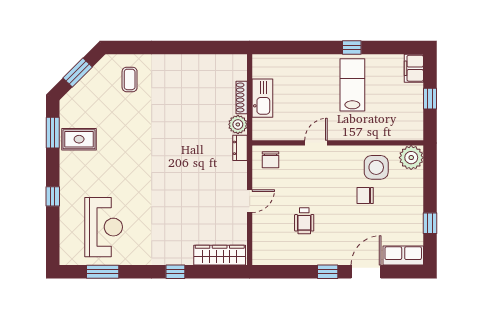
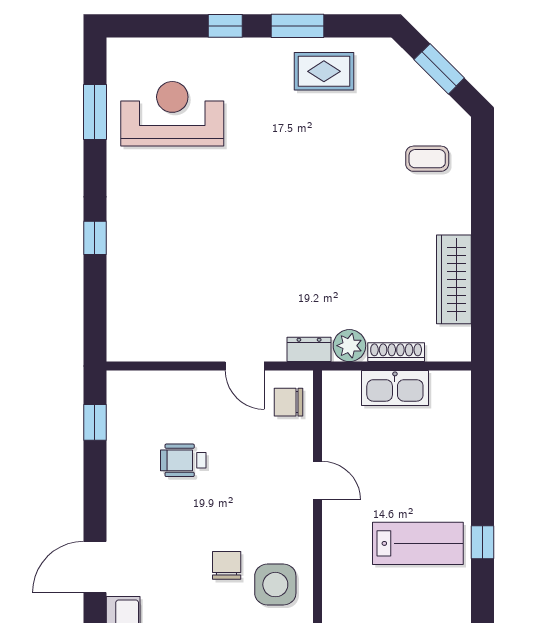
window: (53, 133) -> (297, 26), moved
rug: (79, 139) -> (324, 71), turned 90
door: (250, 201) -> (245, 366), moved
reception desk: (104, 227) -> (172, 114), turned 180
wardrobe: (220, 255) -> (454, 279), moved, turned 180
window: (328, 272) -> (95, 422), moved
door: (366, 272) -> (95, 567), swing flipped

